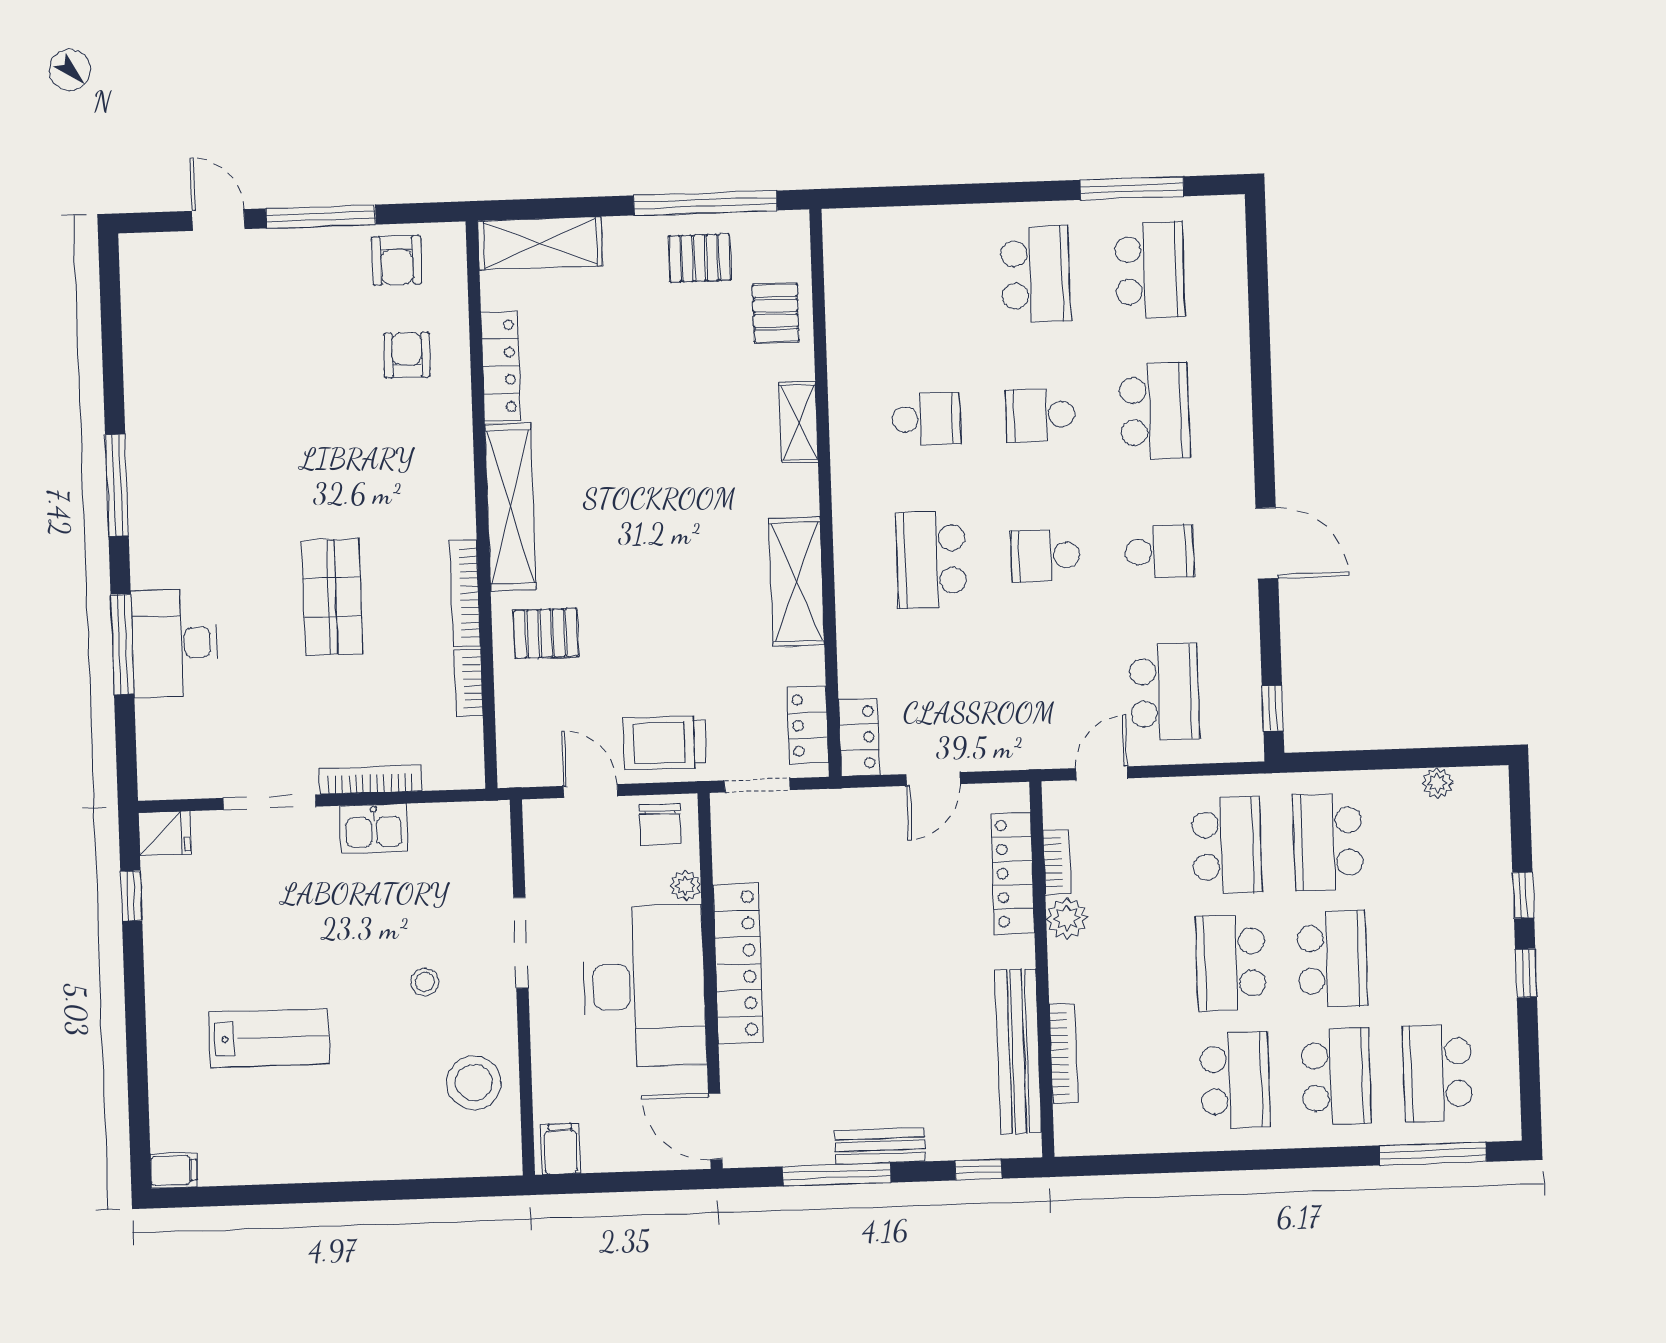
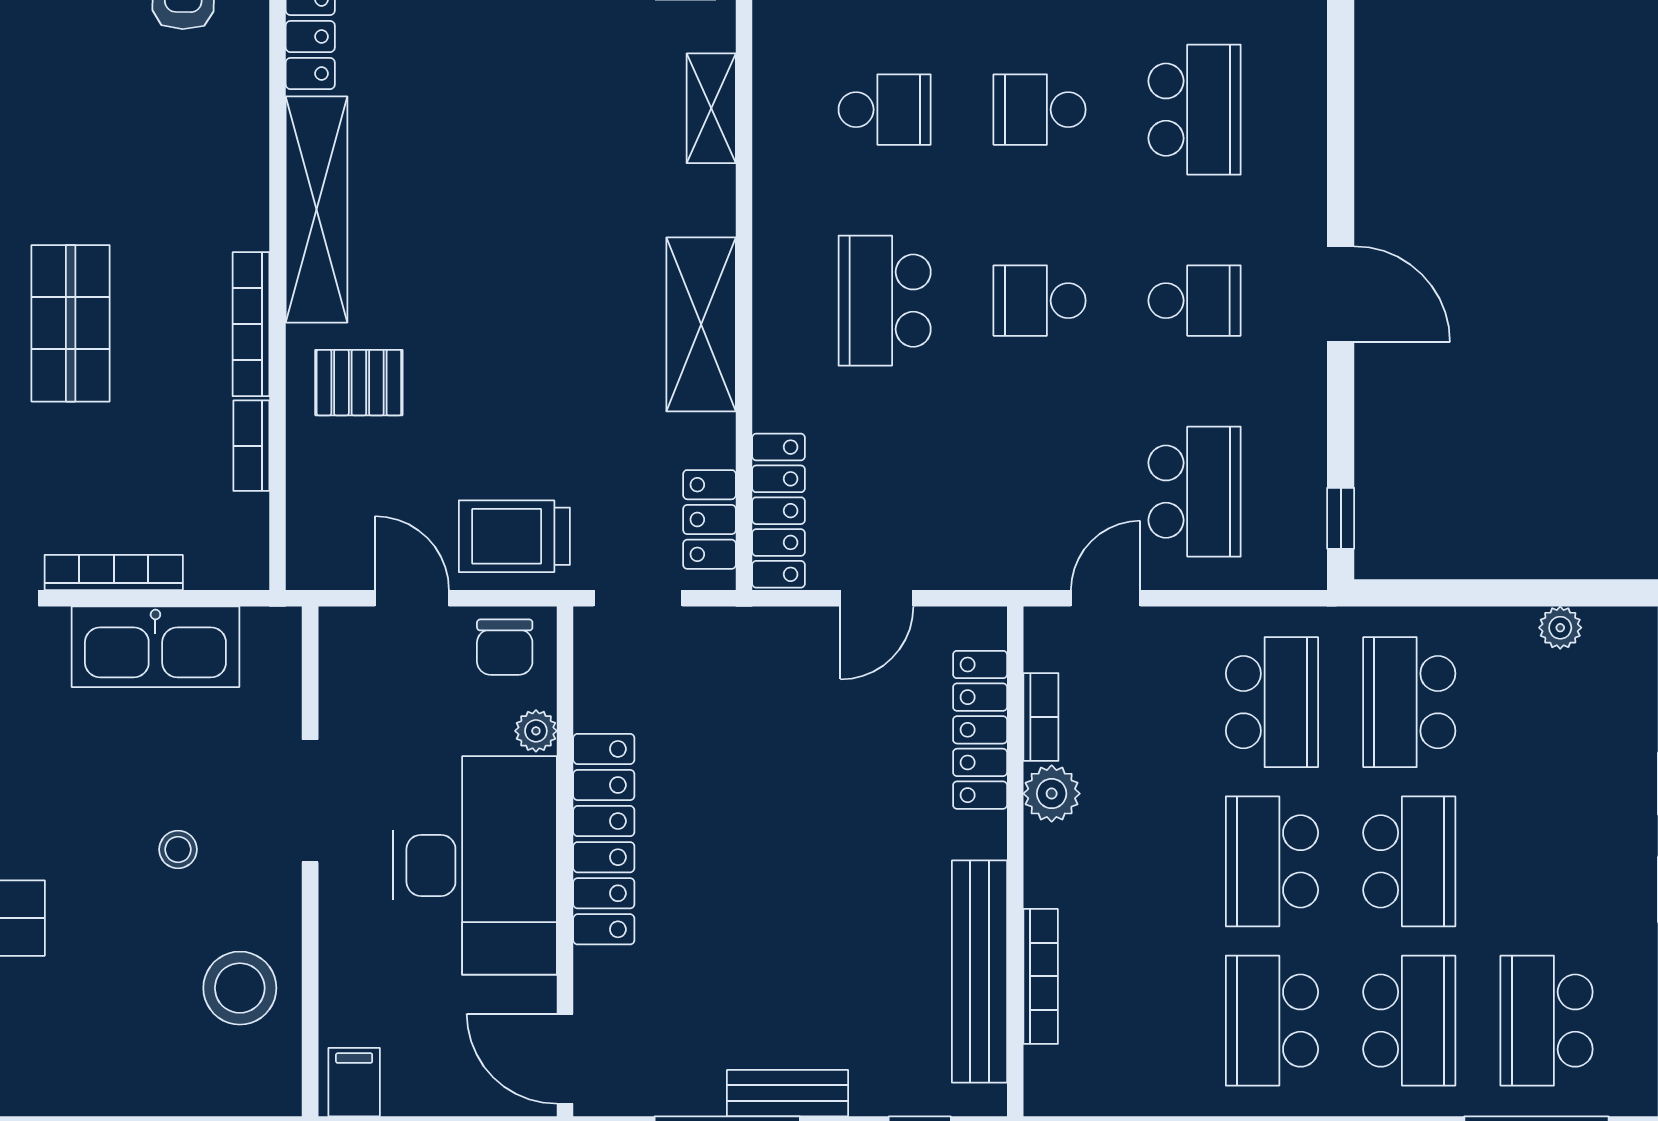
locker: (859, 737) -> (778, 511), width x1.53
kitchen sink: (374, 829) -> (155, 647), width x1.88, depth x1.24
school desk: (1235, 1080) -> (1272, 1021), turned 180

